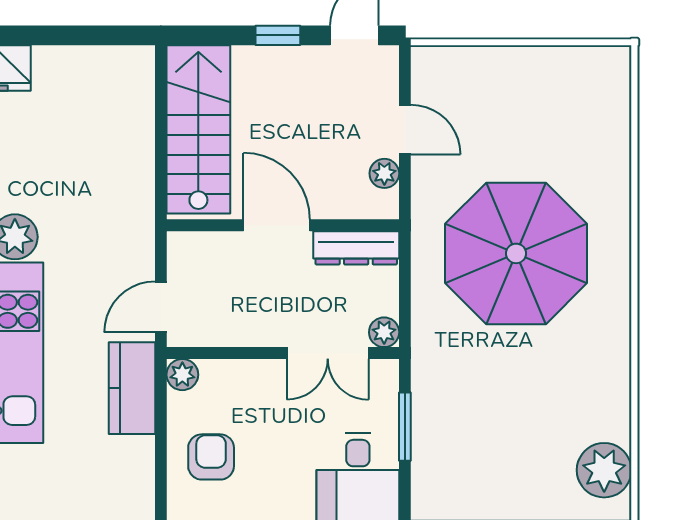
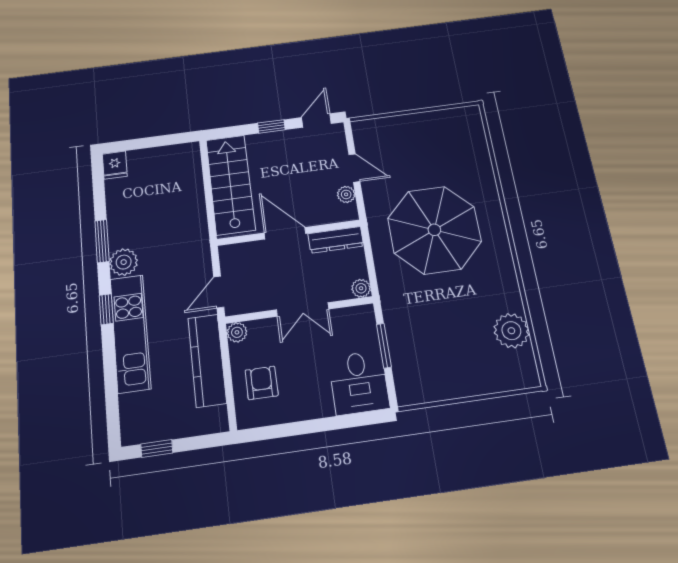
double door: (328, 353) -> (303, 309), moved
kitchen counter: (132, 388) -> (207, 360), width x1.50
plant: (604, 470) -> (511, 331), moved

